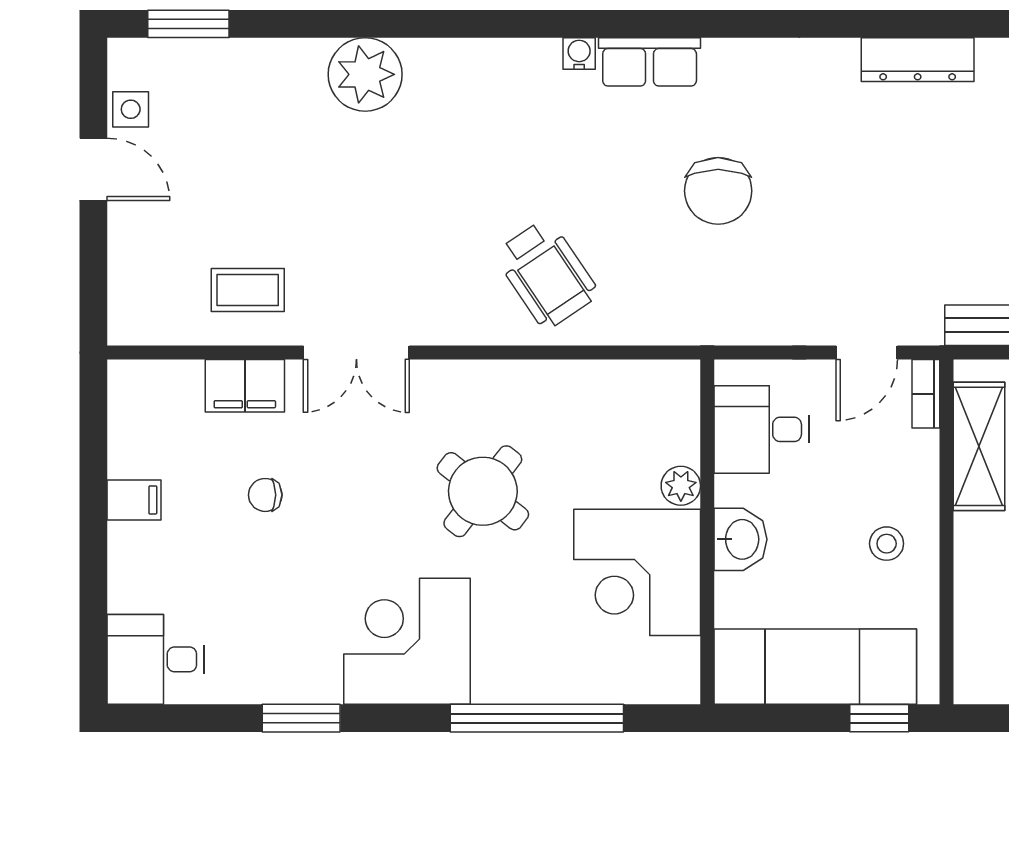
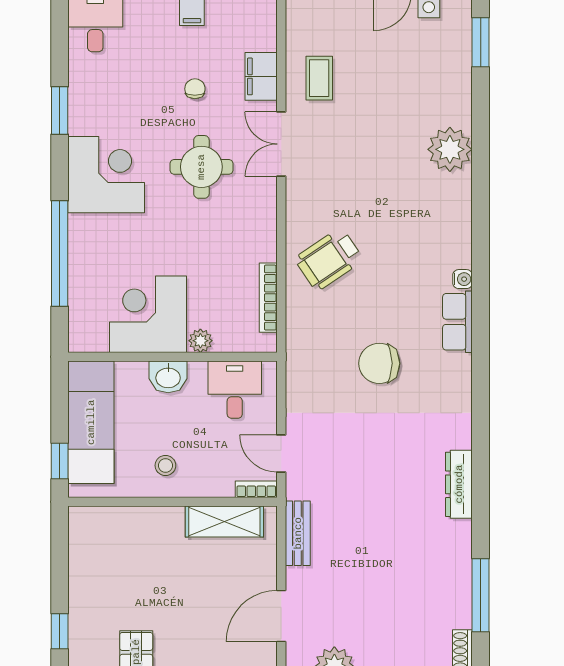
bookcase: (610, 374) -> (268, 298), added
round table: (483, 491) -> (201, 167), moved, turned -38

